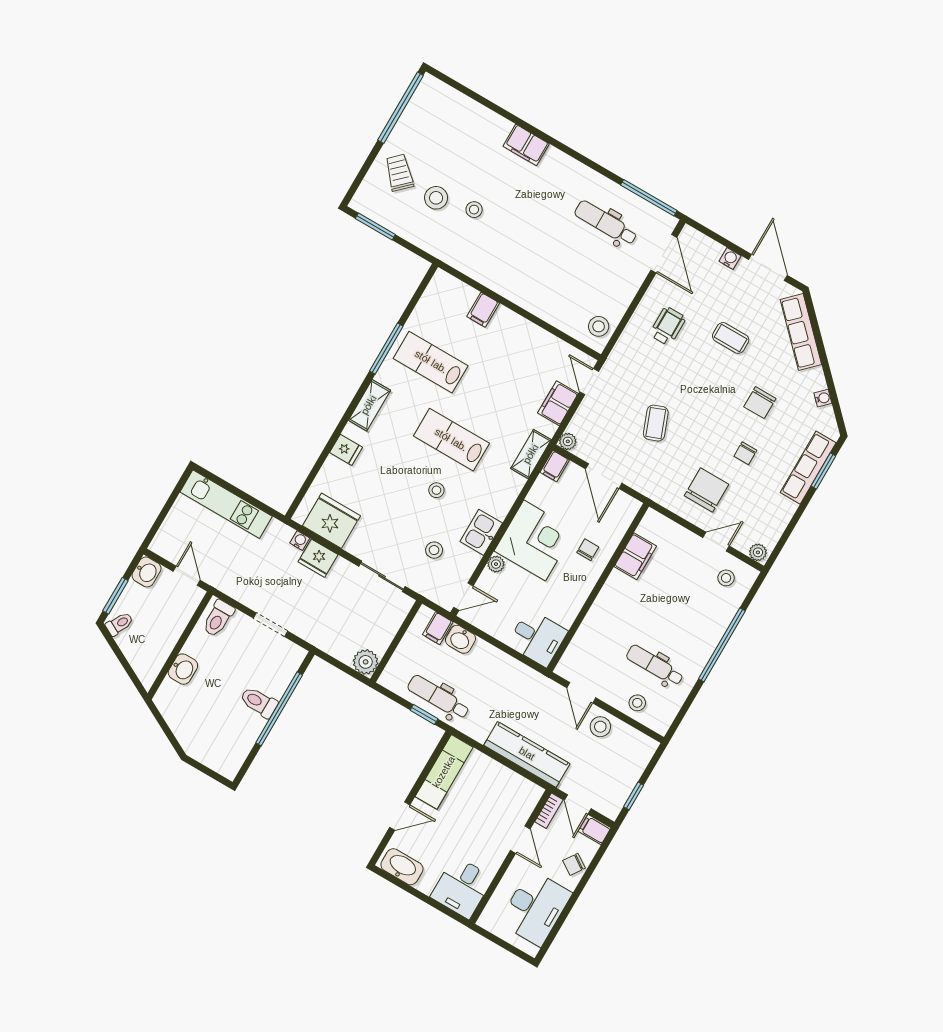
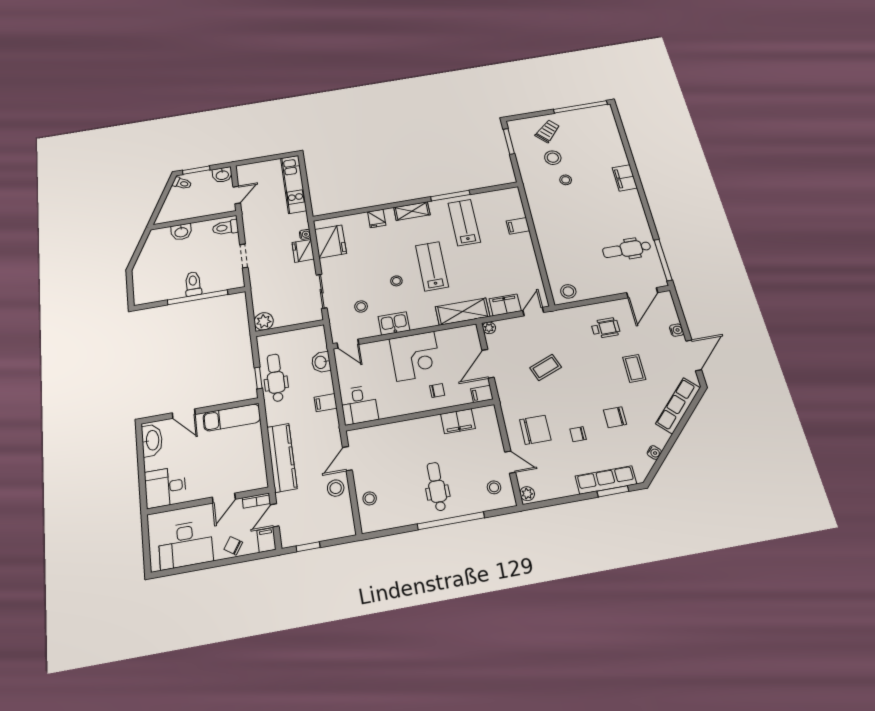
dental chair: (606, 223) -> (627, 249), turned -90
shelving: (531, 454) -> (463, 312), width x1.50, depth x1.33
filing cabinet: (555, 466) -> (482, 394), moved
plant: (496, 564) -> (383, 346), removed
filing cabinet: (438, 628) -> (326, 403), moved
dental chair: (655, 665) -> (437, 487), moved

